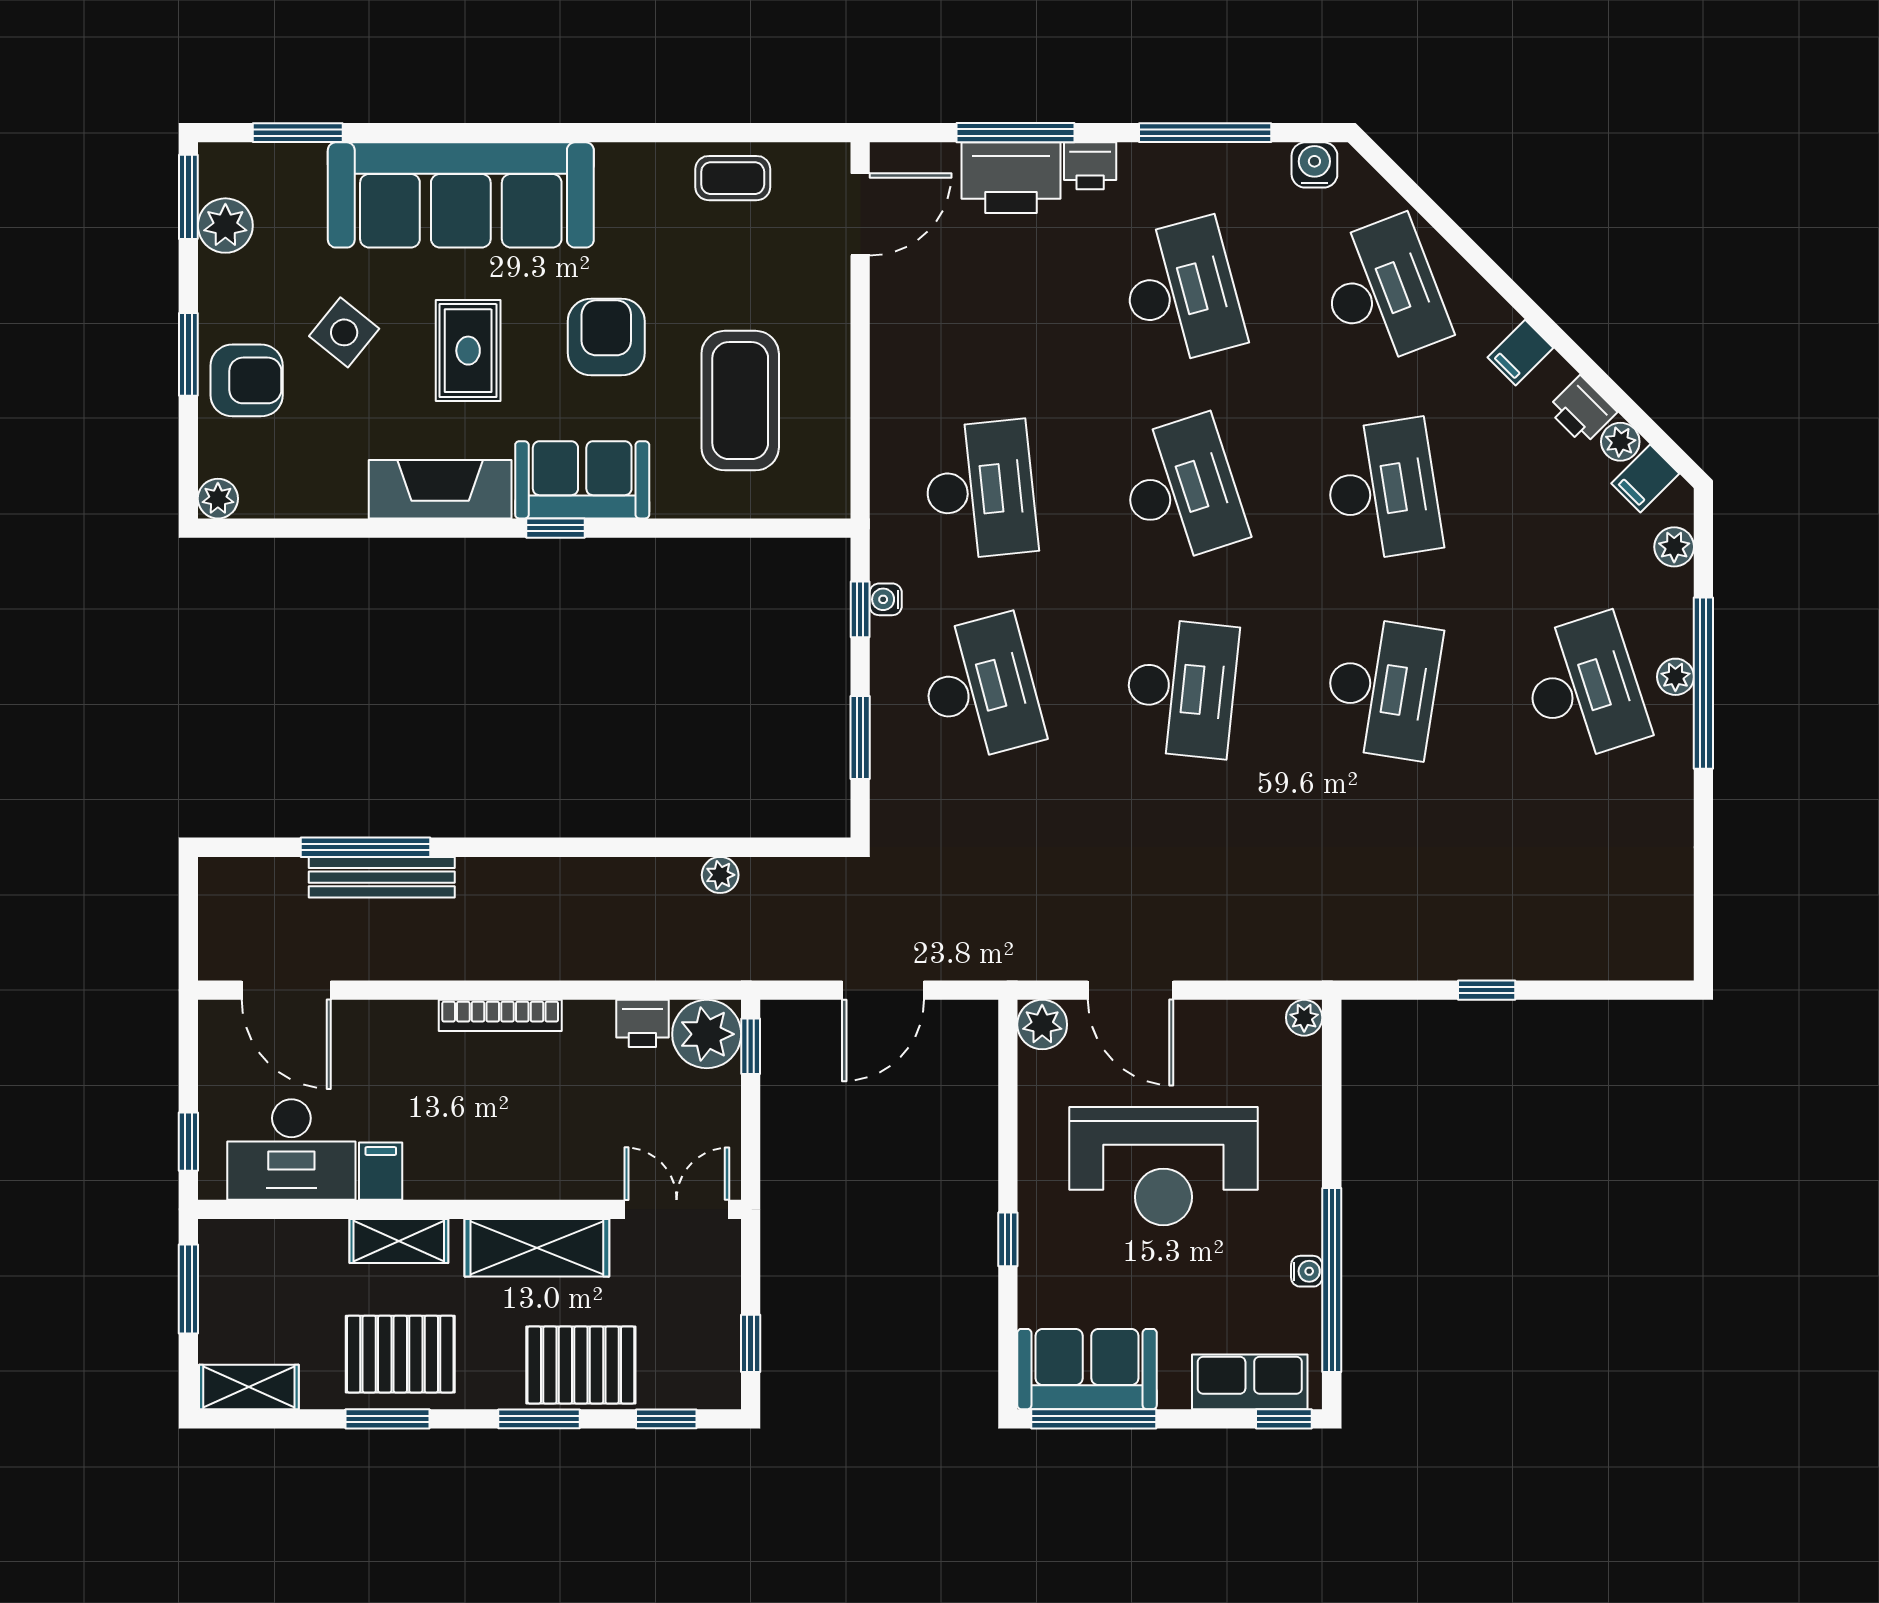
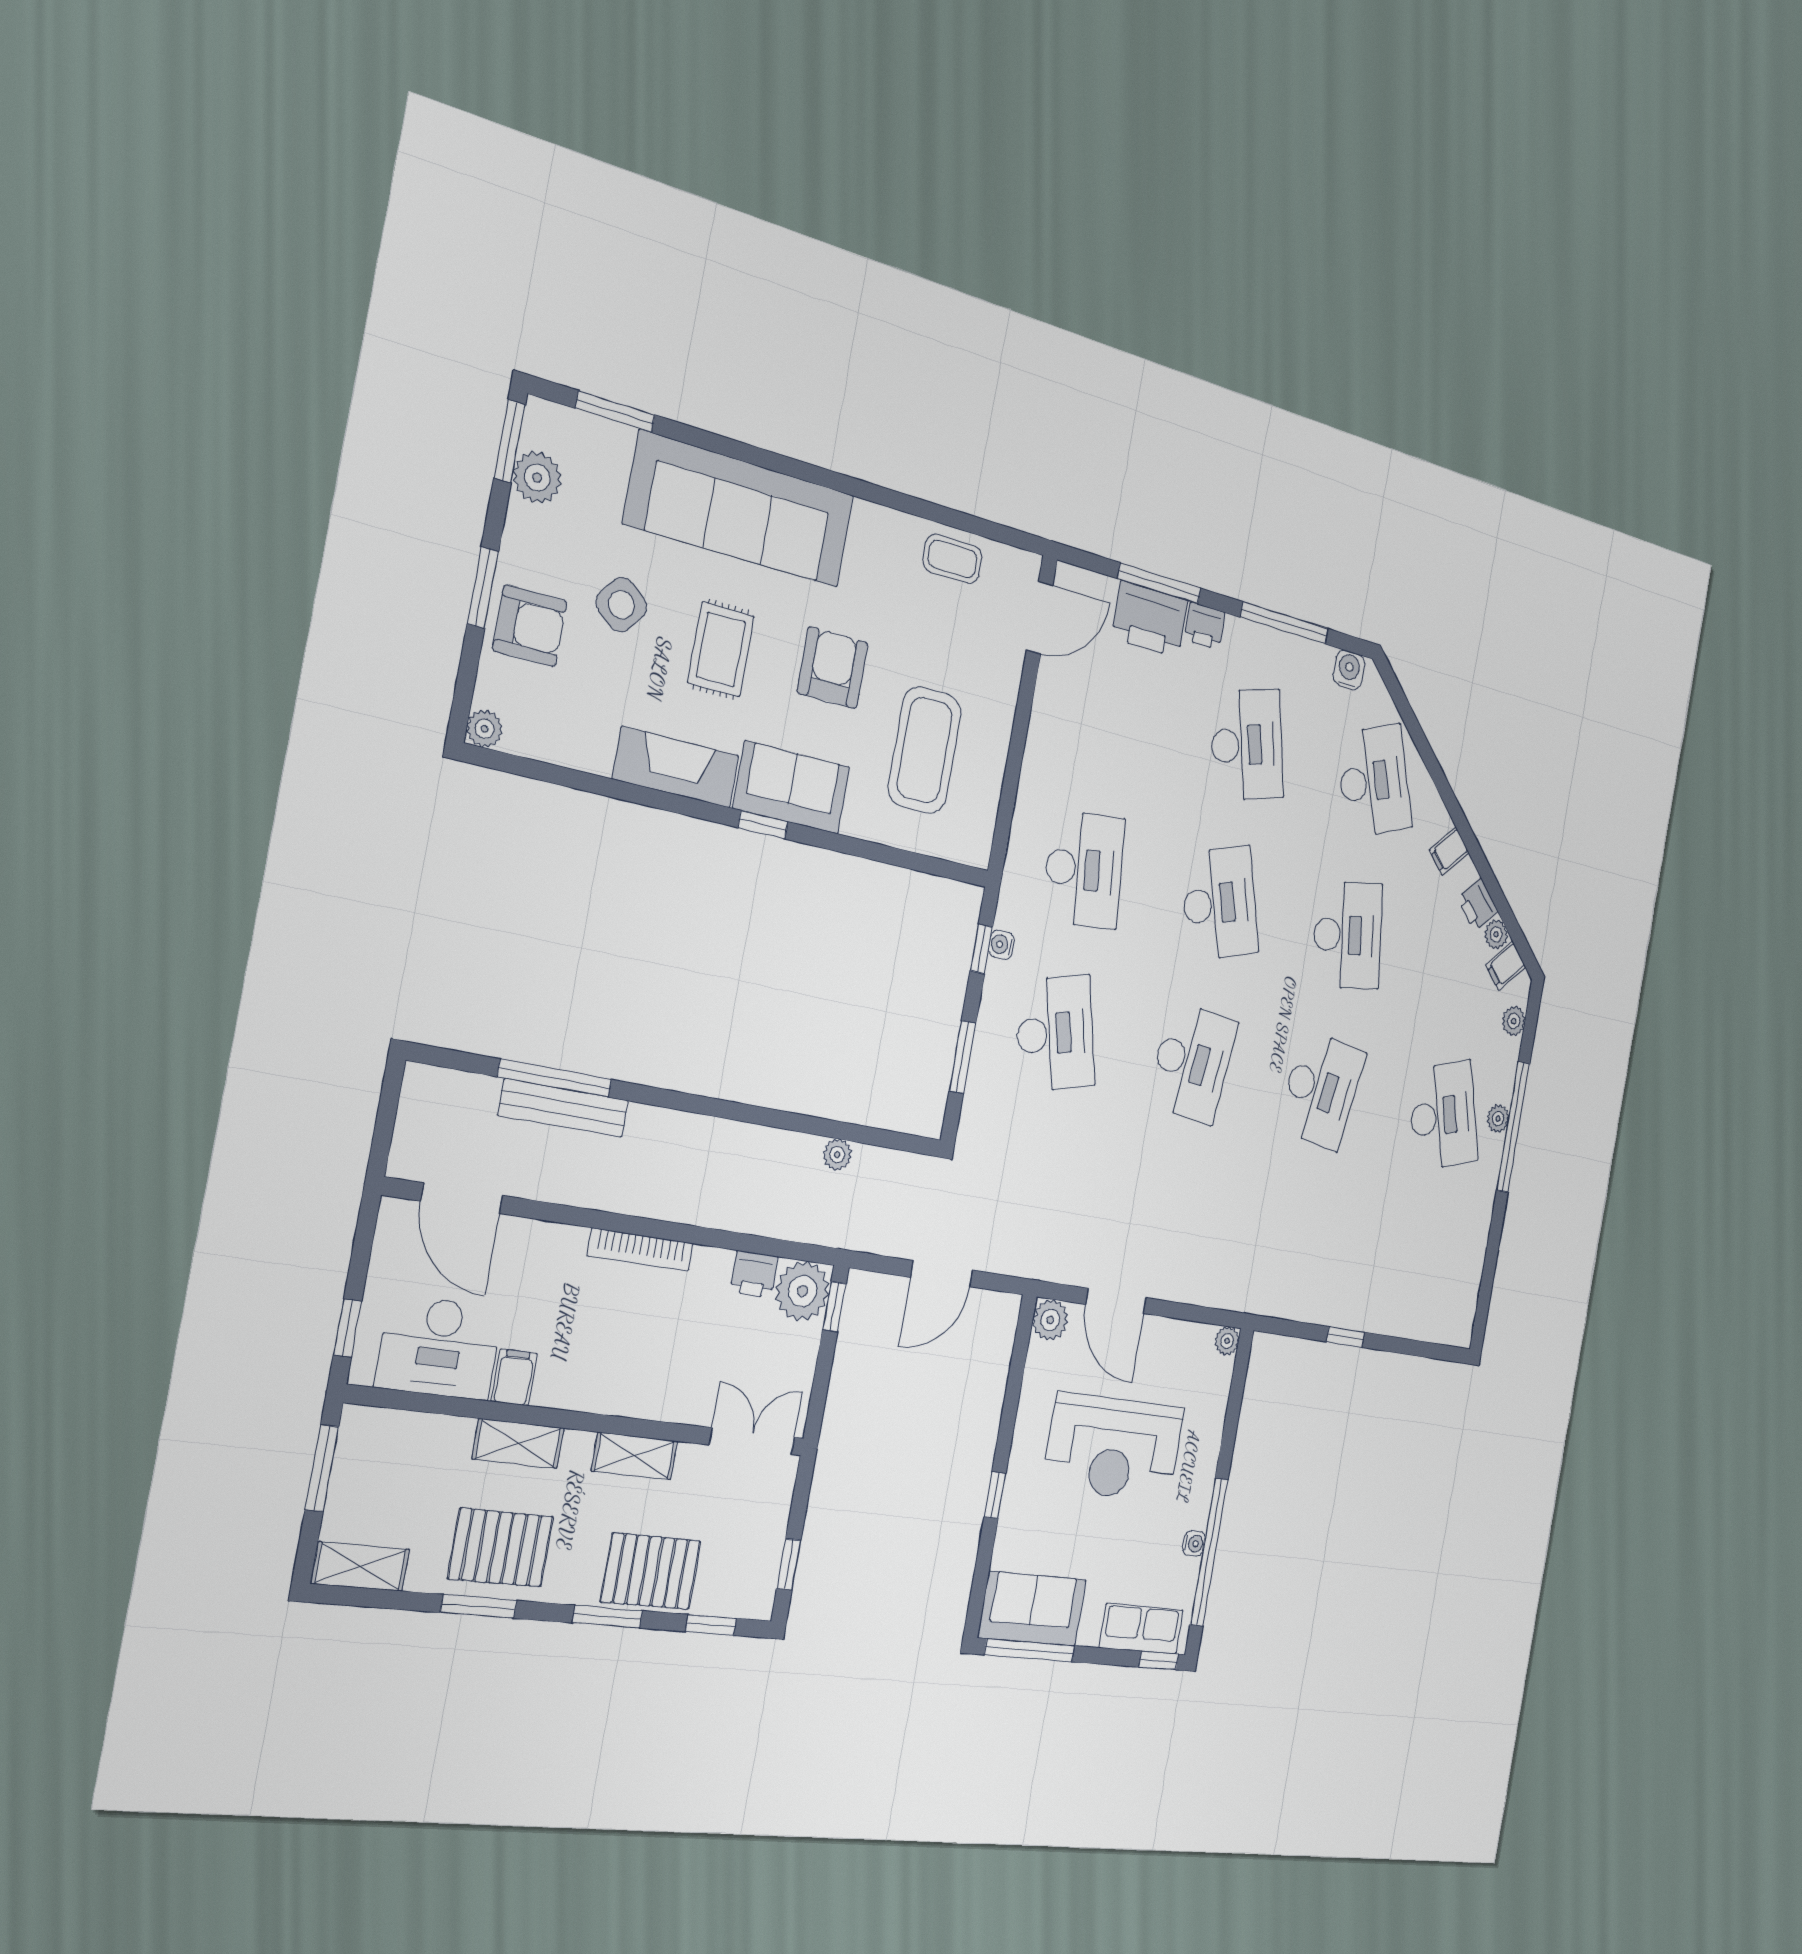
shelving: (537, 1248) -> (634, 1456), width x0.67, depth x0.75

